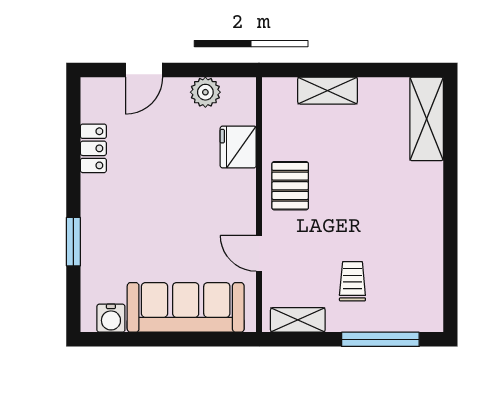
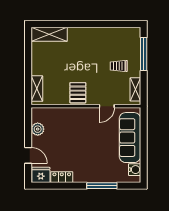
shelving: (328, 91) -> (37, 89), moved
fridge: (238, 147) -> (41, 175), moved, turned 180
pallet: (290, 186) -> (78, 93), turned 90
window: (73, 242) -> (102, 186), width x1.44

